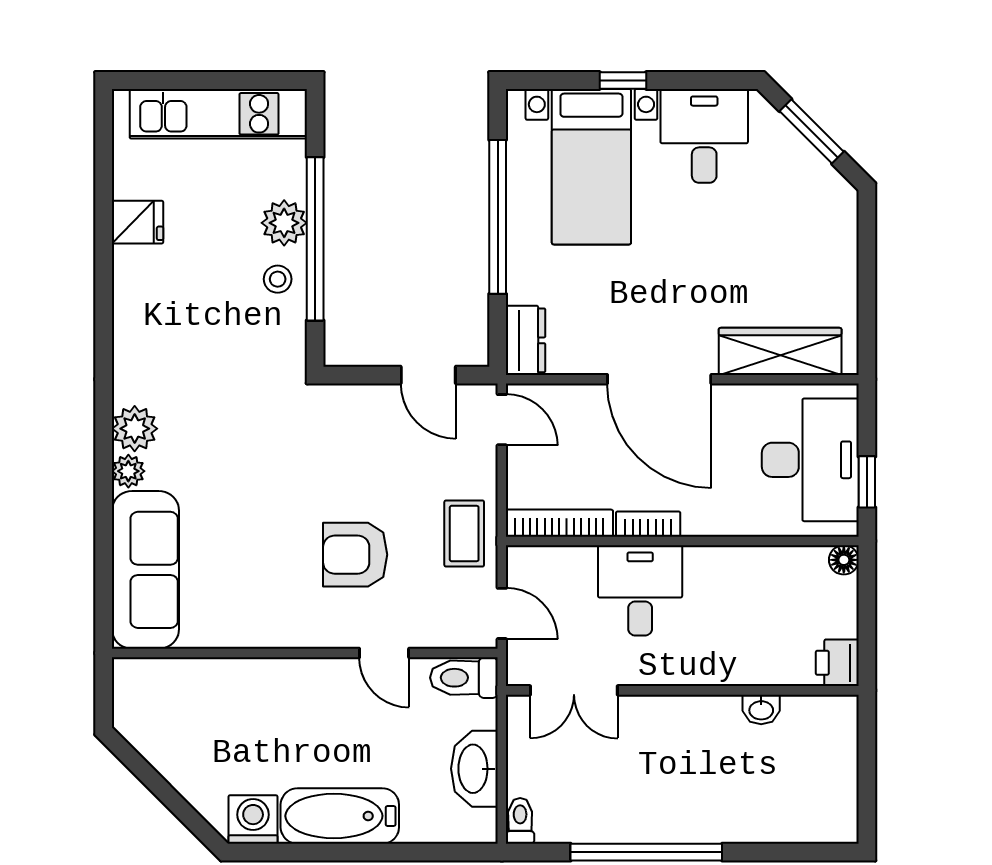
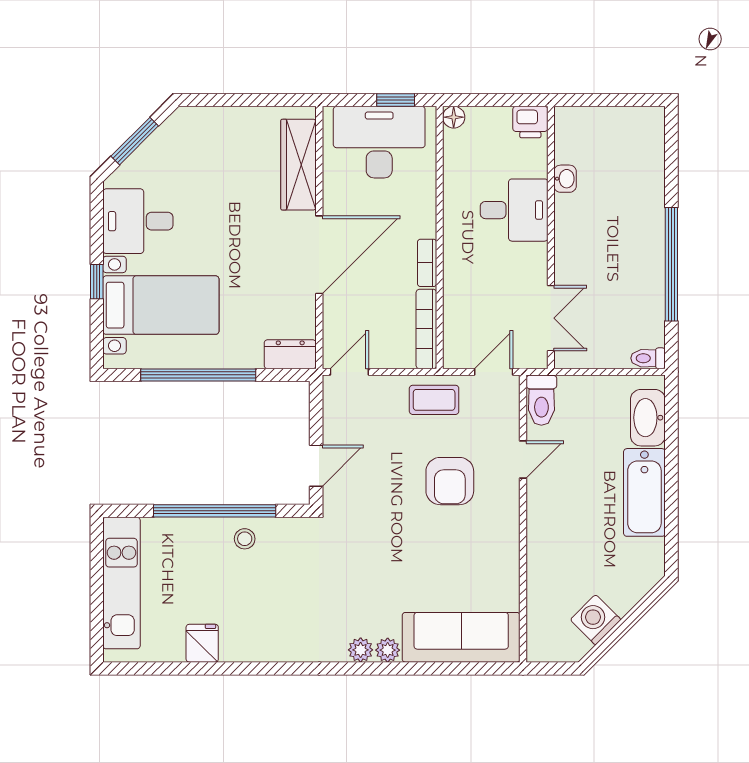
plant: (284, 223) -> (203, 534), removed
door: (428, 375) -> (316, 466), moved
plant: (135, 429) -> (361, 650), width x0.73, depth x0.73
desk: (640, 590) -> (514, 210), moved, turned 180
washbasin: (474, 769) -> (648, 418), moved, turned 90
washing machine: (253, 819) -> (596, 620), moved, turned 45

